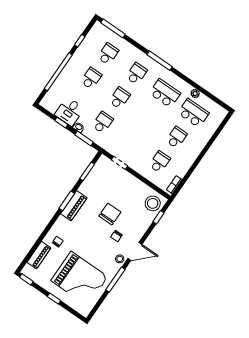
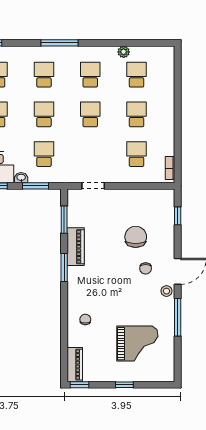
school desk: (165, 93) -> (90, 75), width x0.54
school desk: (193, 113) -> (137, 75), width x0.54
school desk: (148, 118) -> (90, 114), added
stool: (153, 203) -> (161, 205), removed
piano: (74, 206) -> (76, 247), moved
chair: (110, 214) -> (136, 237), moved
piano: (39, 255) -> (75, 365), moved
grand piano: (79, 279) -> (137, 344), width x0.73, depth x0.68

